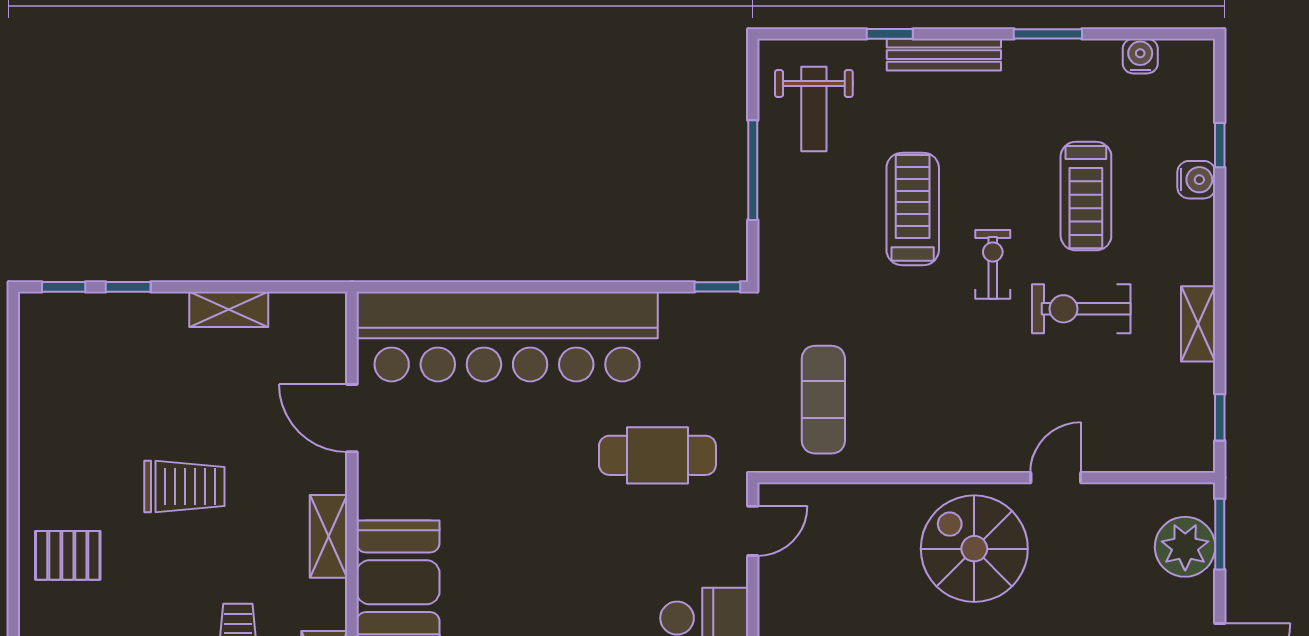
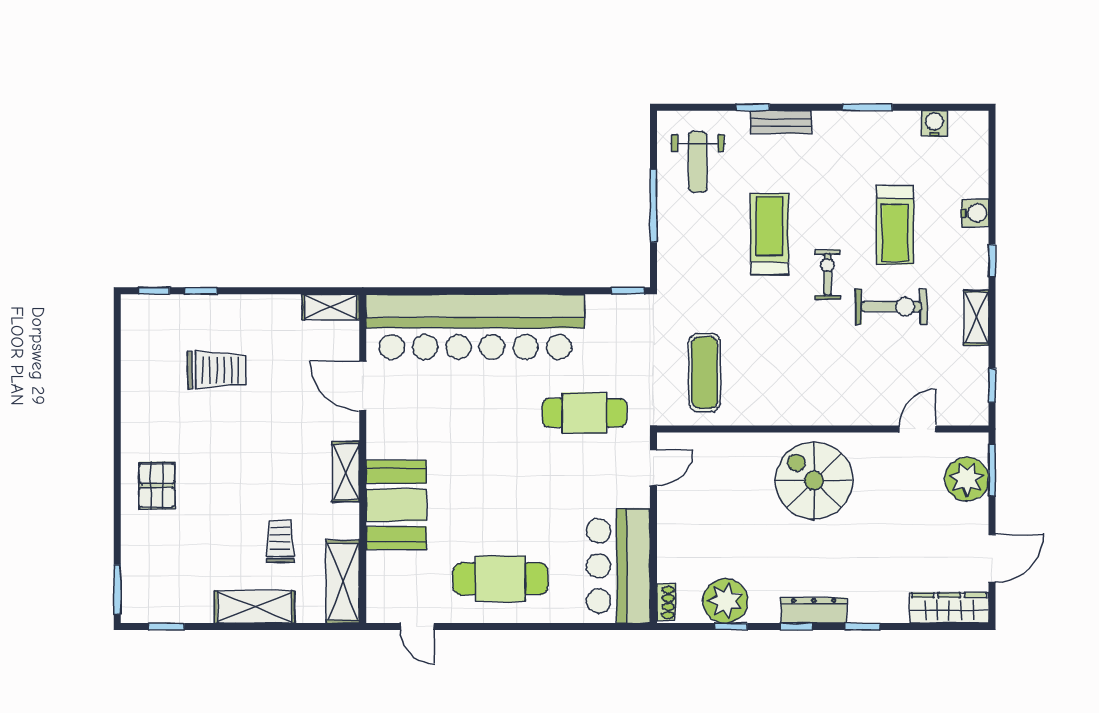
bench: (944, 55) -> (781, 122), width x0.73
window: (1220, 145) -> (992, 261), moved
shelving: (229, 309) -> (331, 307), moved
exercise bike: (1081, 309) -> (892, 307), turned 180
door: (1056, 478) -> (918, 429), moved
trolley: (184, 487) -> (217, 370), moved
pallet: (68, 555) -> (157, 485), turned 90

